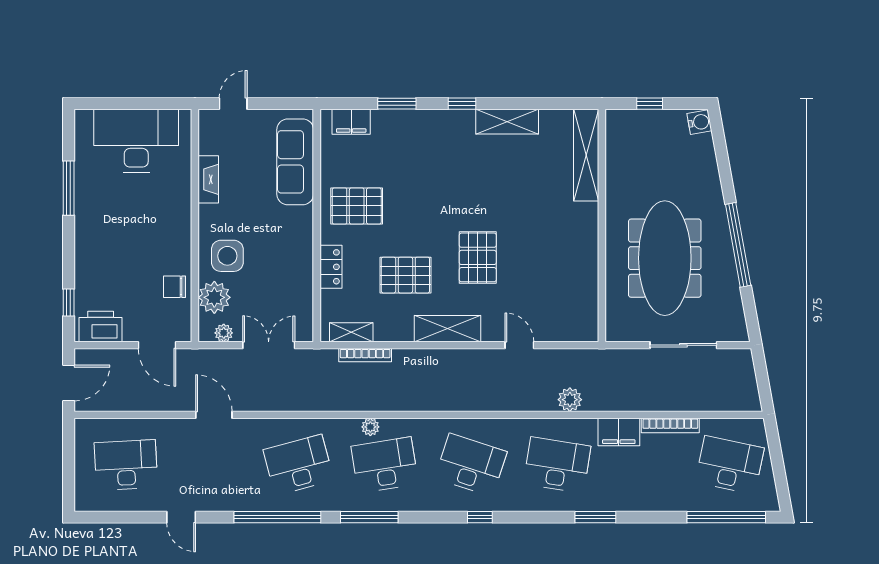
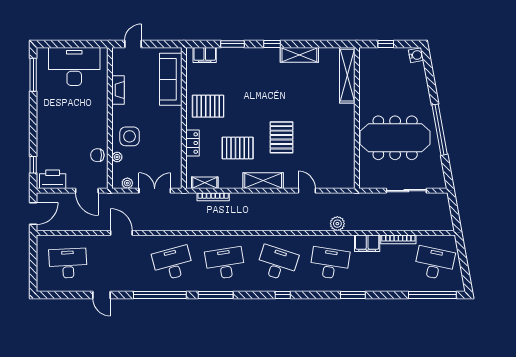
window: (69, 188) -> (33, 75), moved
meeting table: (665, 258) -> (395, 138), turned 90
plant: (214, 297) -> (117, 157), width x0.53, depth x0.53
plant: (370, 427) -> (216, 240), removed

